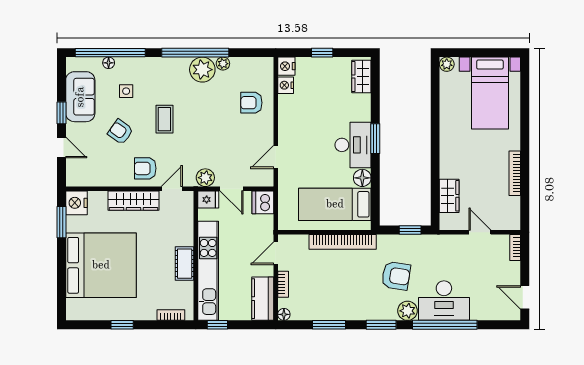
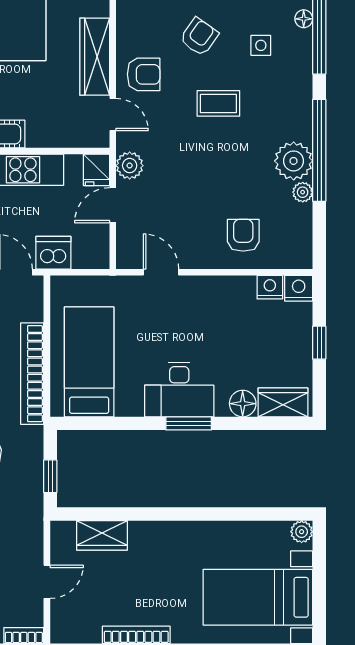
armchair: (145, 168) -> (144, 74), turned 90
floor lamp: (362, 178) -> (243, 404), moved
dishwasher: (263, 202) -> (53, 253), moved

